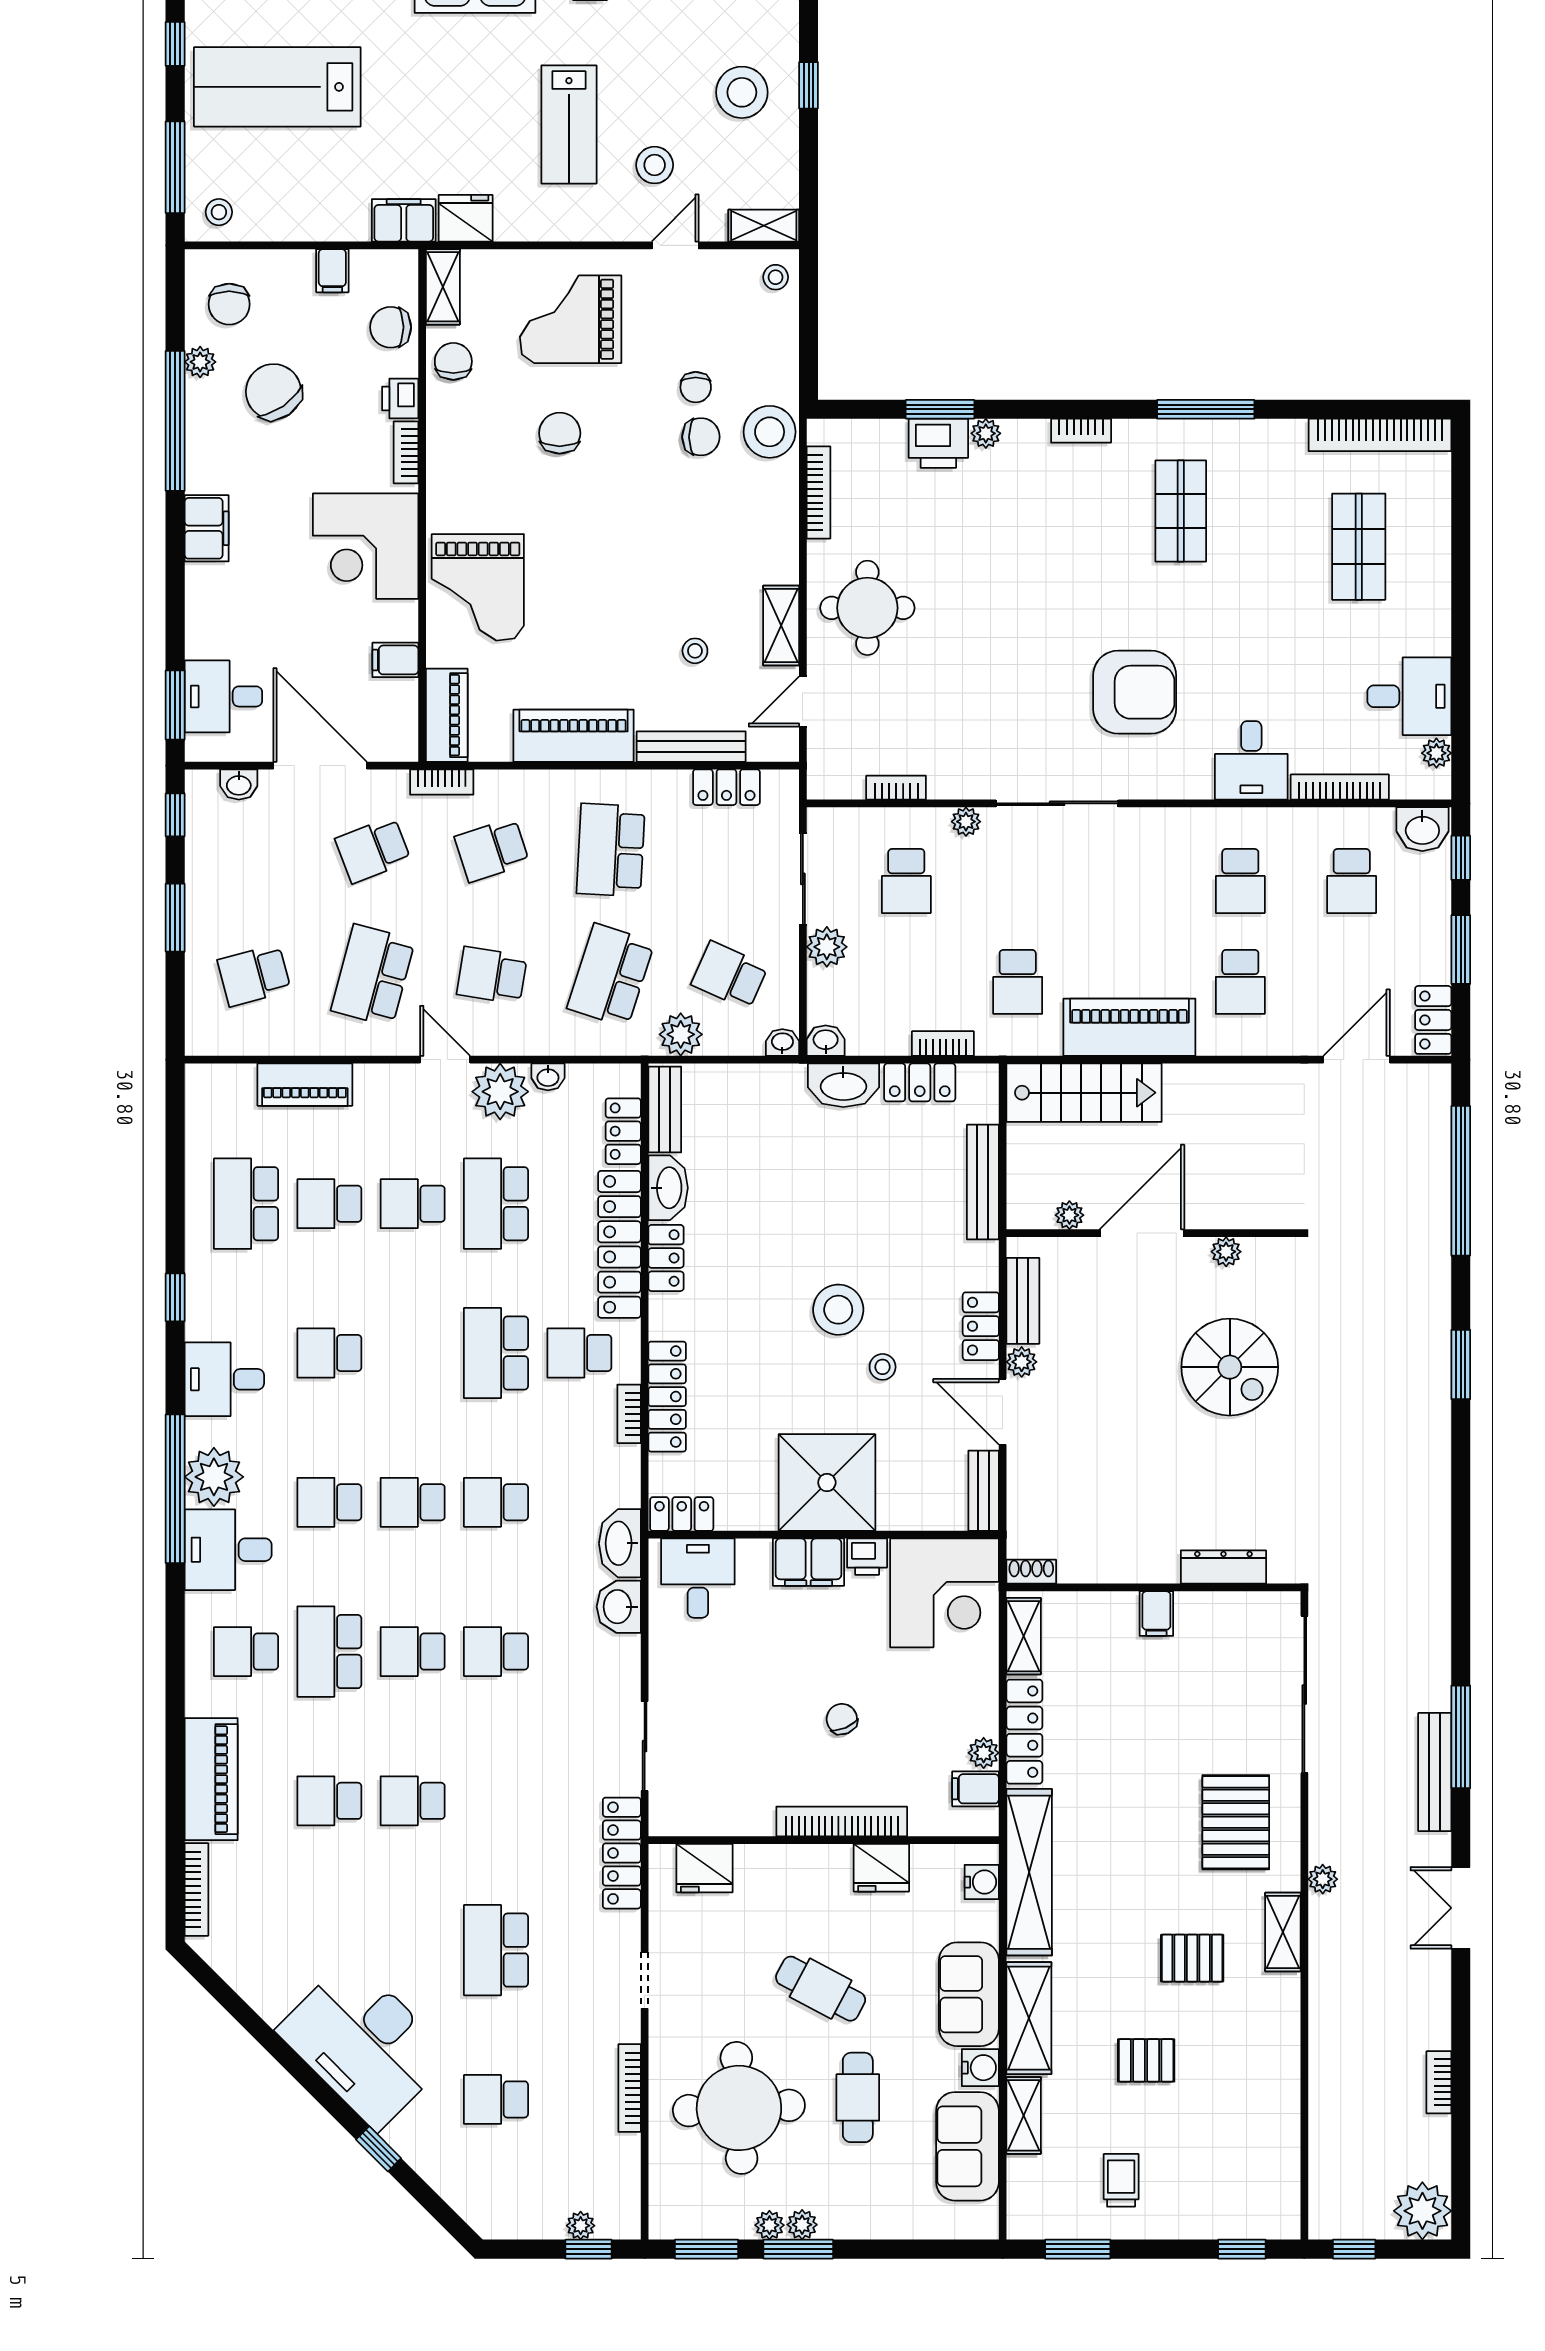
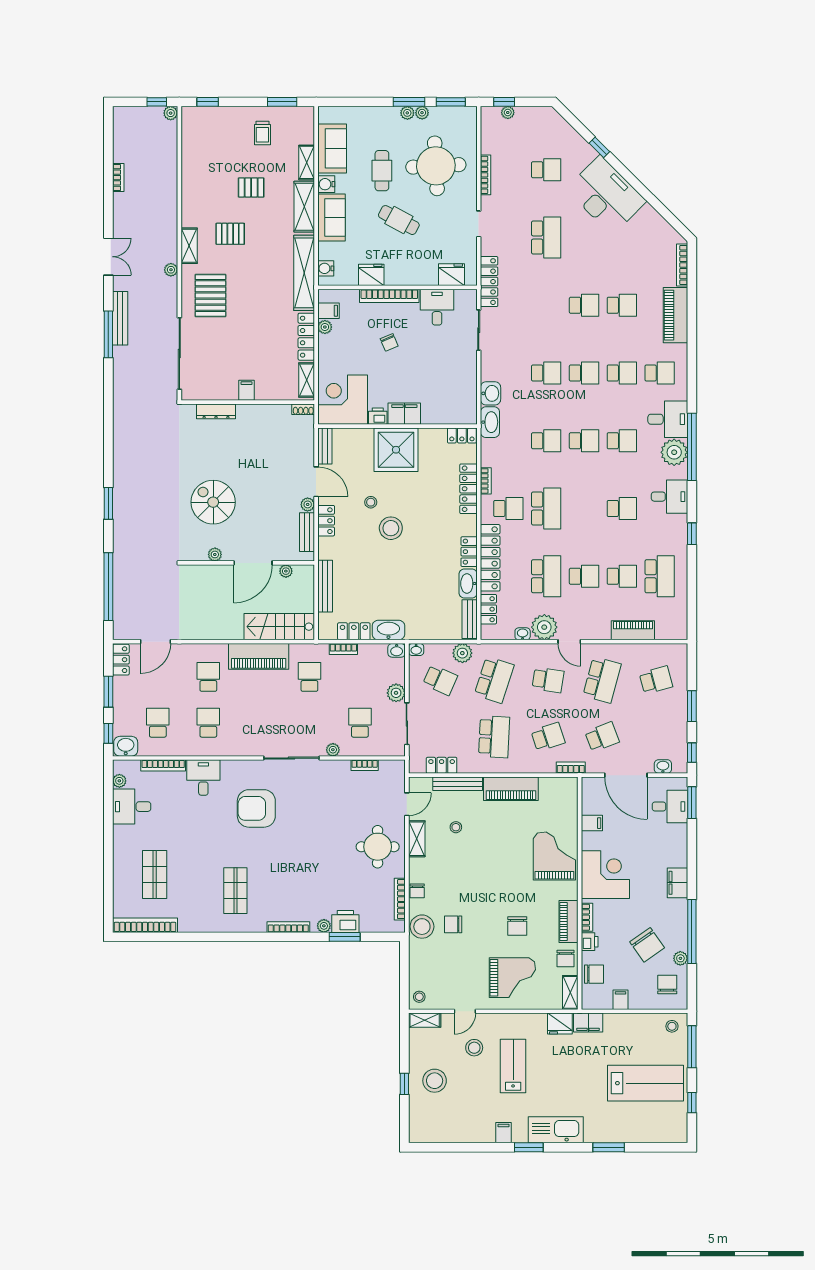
chair: (696, 387) -> (417, 891), moved, turned 180
window: (1206, 409) -> (224, 937), removed
bookcase: (1081, 431) -> (288, 927), width x1.56
piano: (447, 715) -> (569, 922), moved
desk: (698, 1578) -> (437, 307), moved, turned 180
school desk: (329, 1652) -> (622, 373), width x0.54
plant: (1422, 2211) -> (171, 113), moved, width x0.53, depth x0.53

